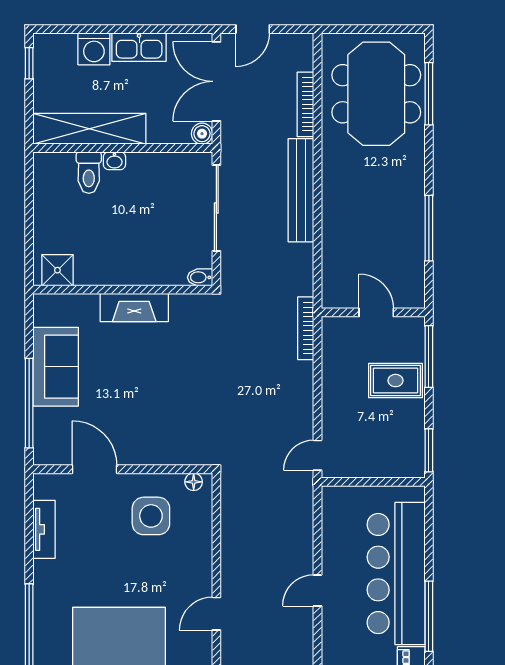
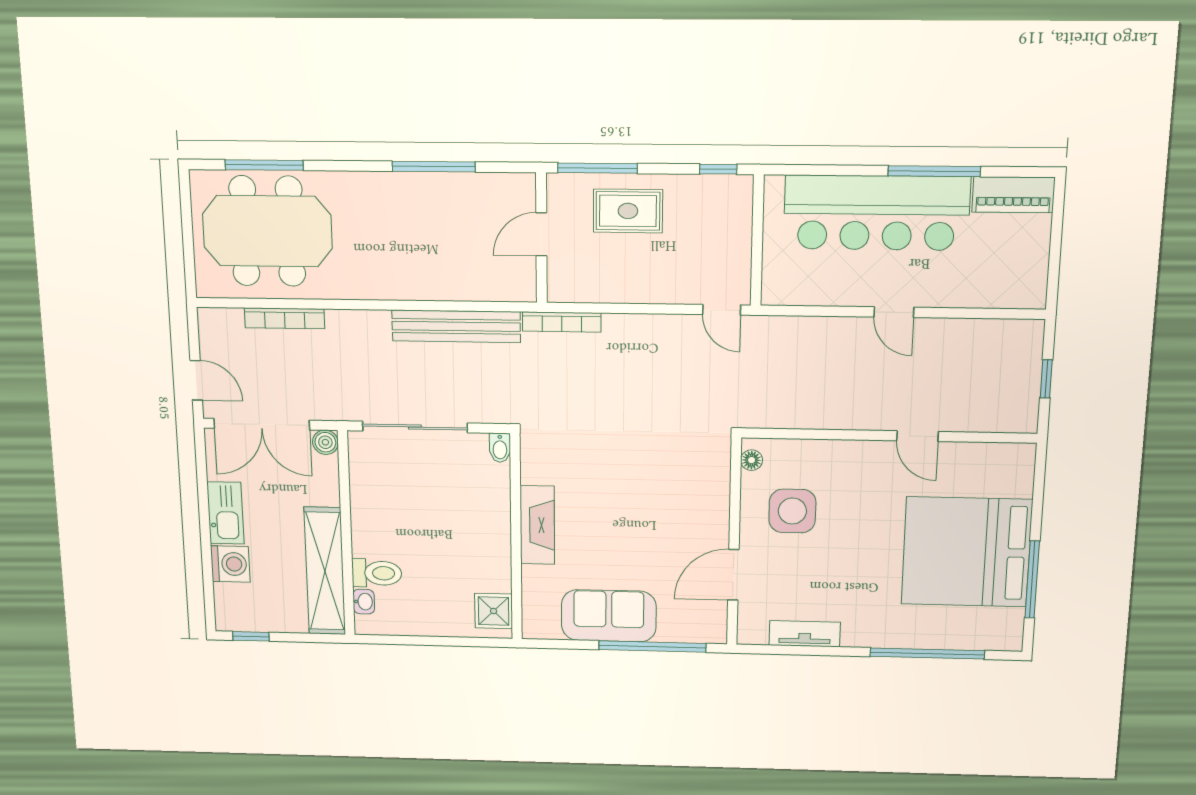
washbasin: (114, 161) -> (364, 602), moved
bench: (301, 190) -> (456, 326), moved
rug: (395, 381) -> (628, 211), turned 90
window: (429, 450) -> (718, 169), width x0.67

